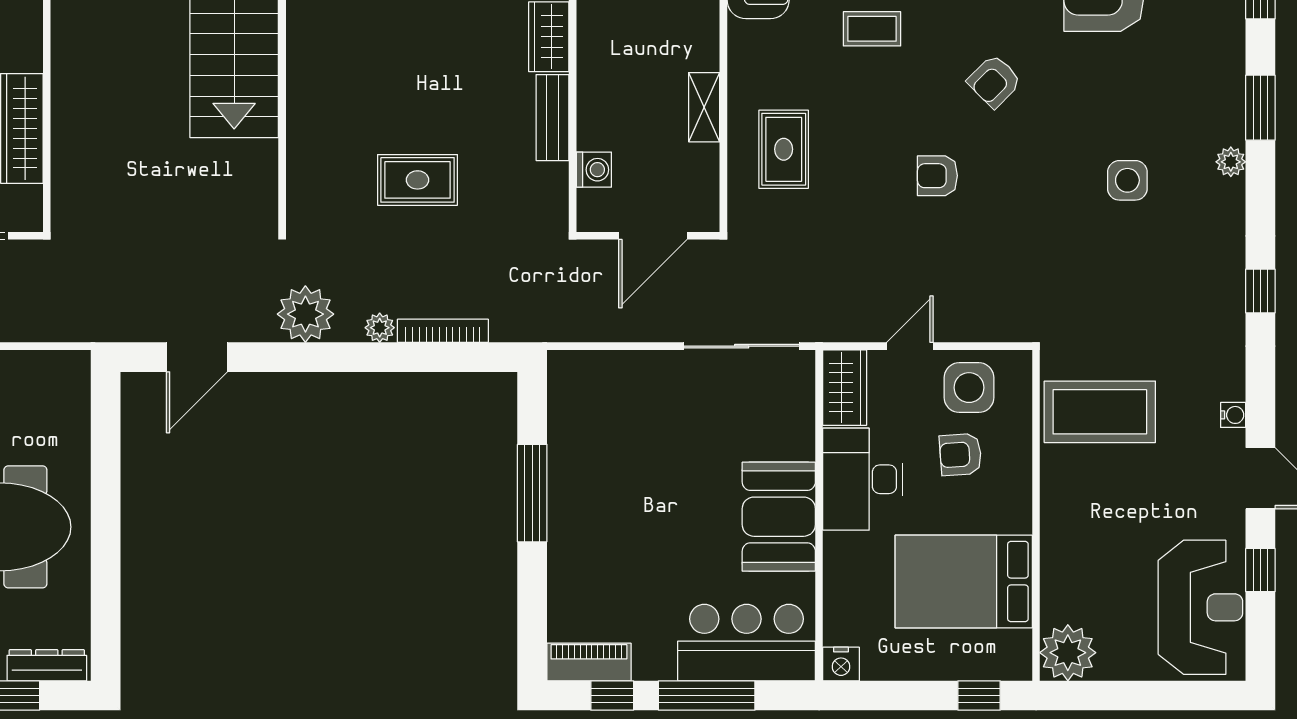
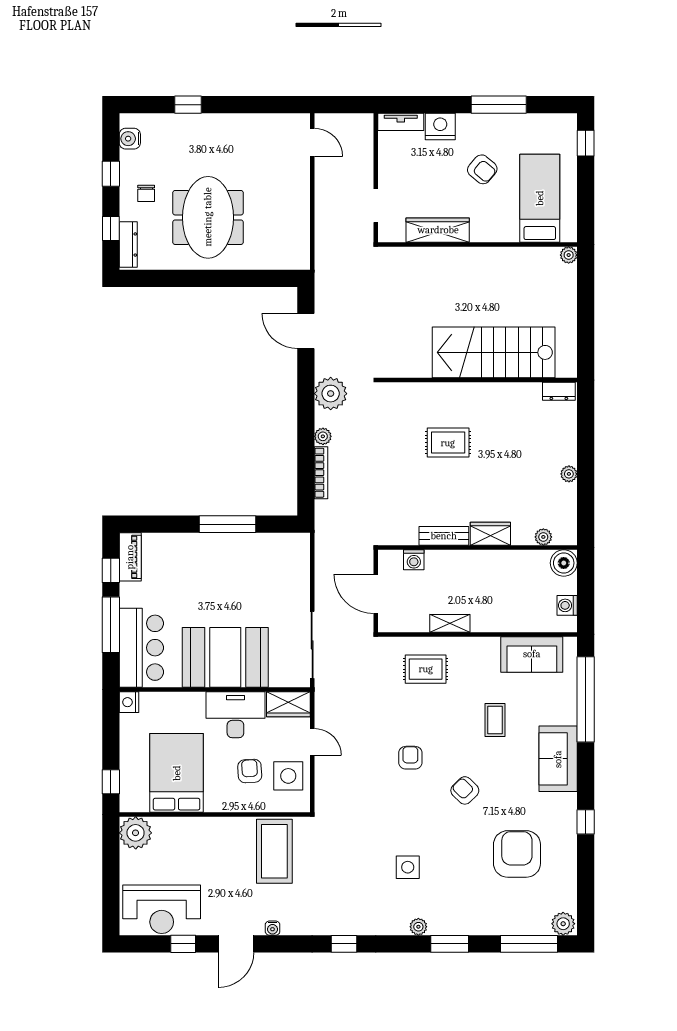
rug: (418, 180) -> (448, 443), moved, turned 90
booth: (779, 517) -> (225, 657), width x1.36, depth x1.42

